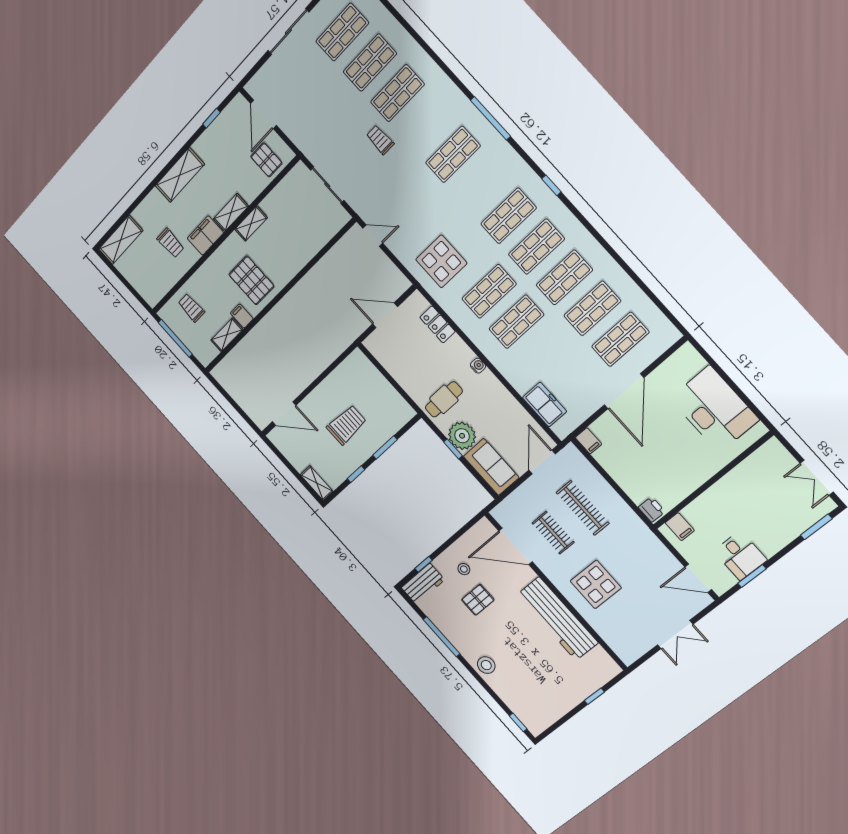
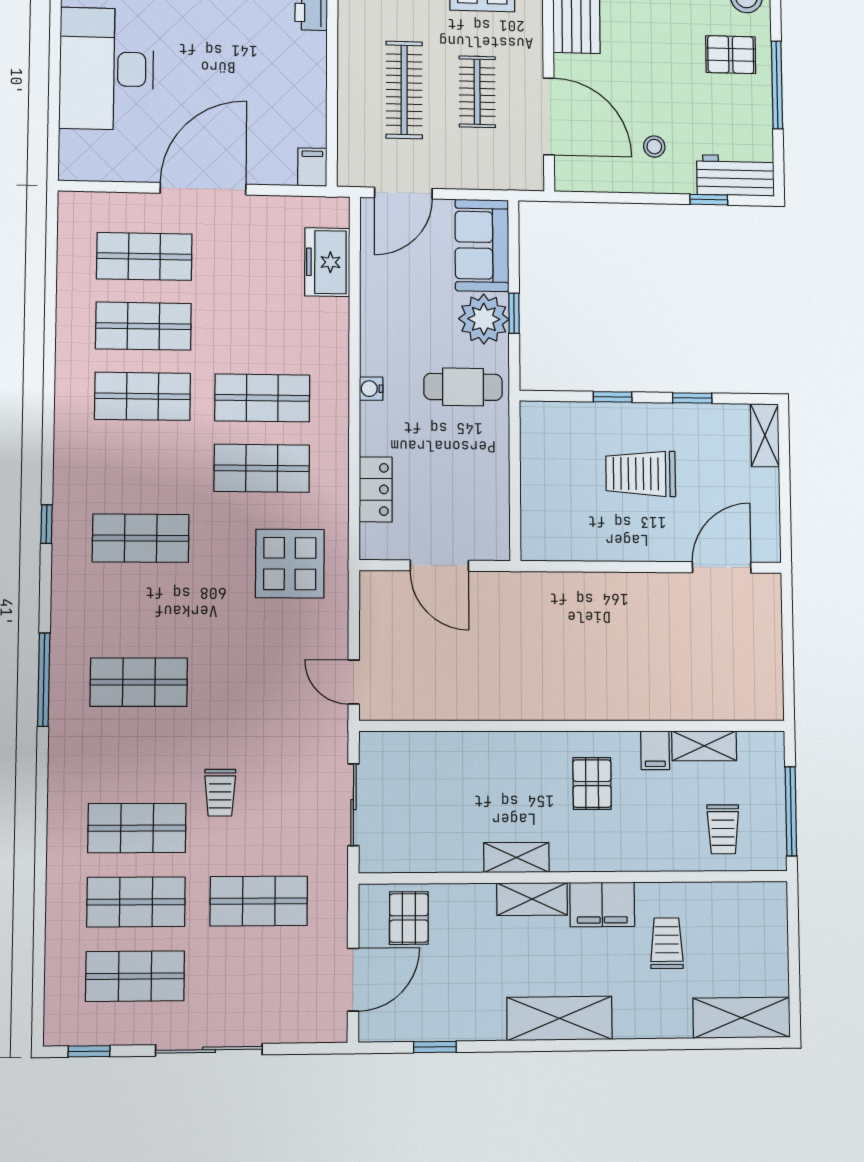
shop shelf: (536, 247) -> (259, 901), moved
pallet: (252, 280) -> (592, 784), width x0.67, depth x0.71
door: (284, 414) -> (722, 567), hinge flipped
window: (385, 447) -> (613, 397), width x0.67
pallet: (478, 600) -> (731, 55), moved

